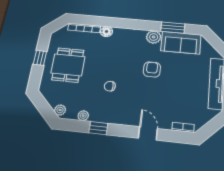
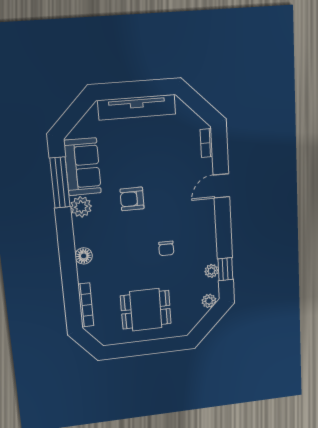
window: (173, 28) -> (60, 183), width x1.44
floor lamp: (106, 32) -> (84, 256), moved
window: (40, 58) -> (142, 348), removed
window: (98, 128) -> (225, 269), moved

